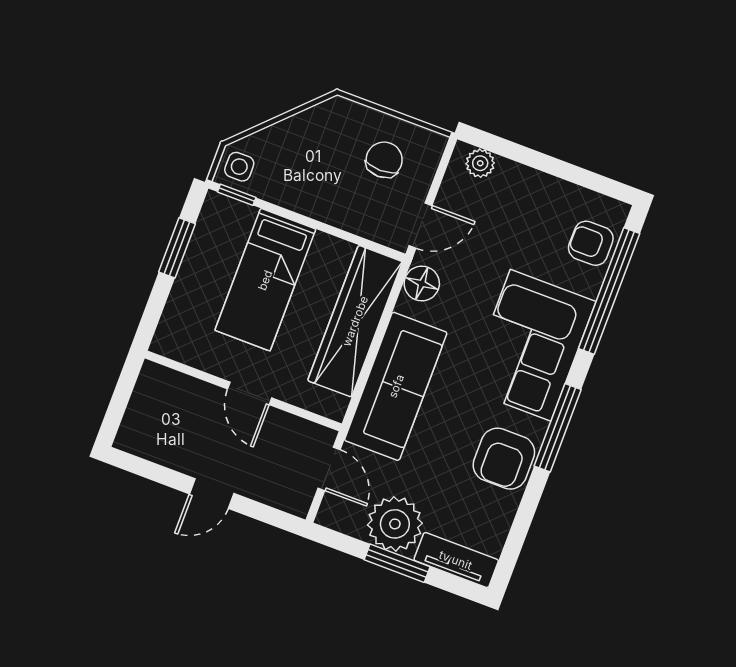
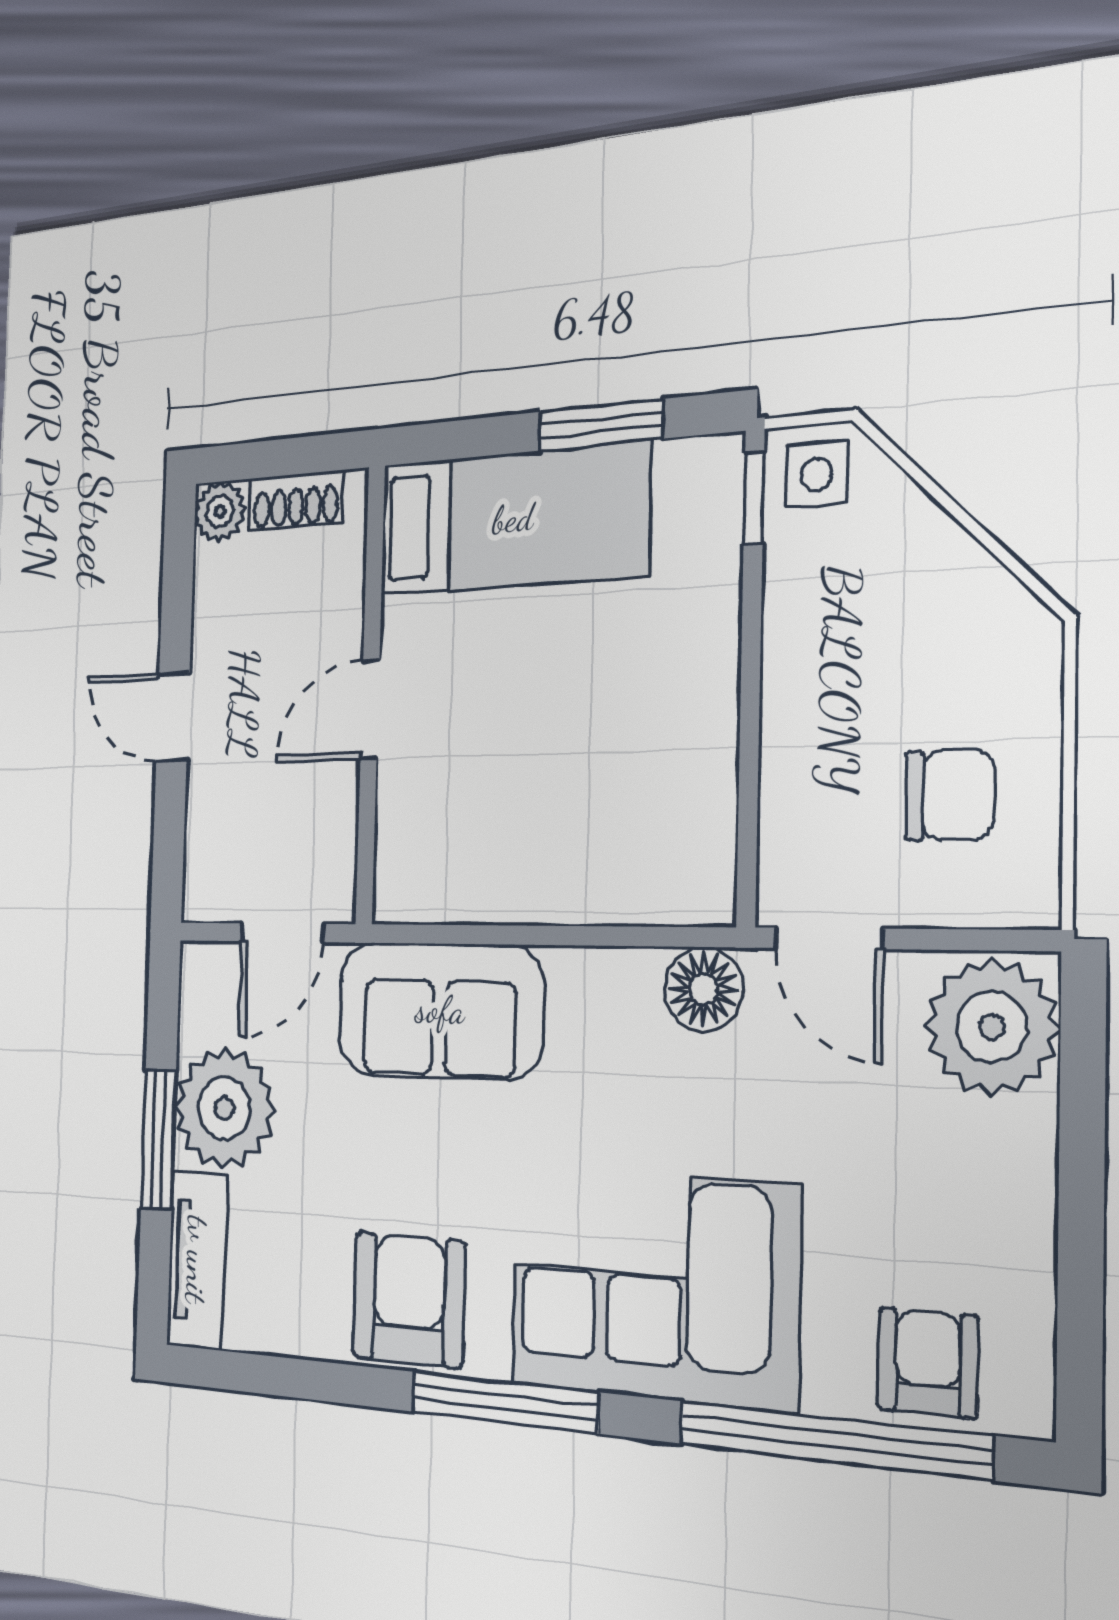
plant: (480, 163) -> (992, 1027), width x1.88, depth x1.88
bed: (265, 280) -> (513, 519), moved, turned 180
wardrobe: (355, 321) -> (577, 871), removed
sofa: (396, 386) -> (440, 1010), width x0.73
shoe rack: (142, 399) -> (296, 500), added
plant: (130, 438) -> (220, 511), added
armchair: (504, 459) -> (409, 1300), turned 90

